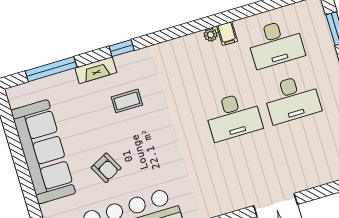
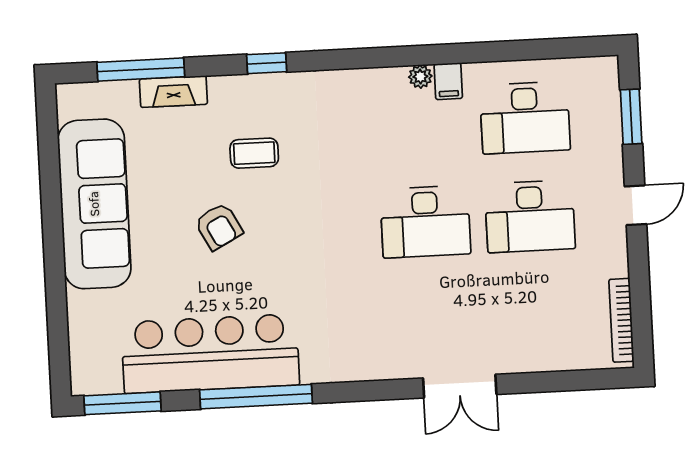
fireplace: (96, 70) -> (173, 92), moved
armchair: (106, 168) -> (219, 227), moved

